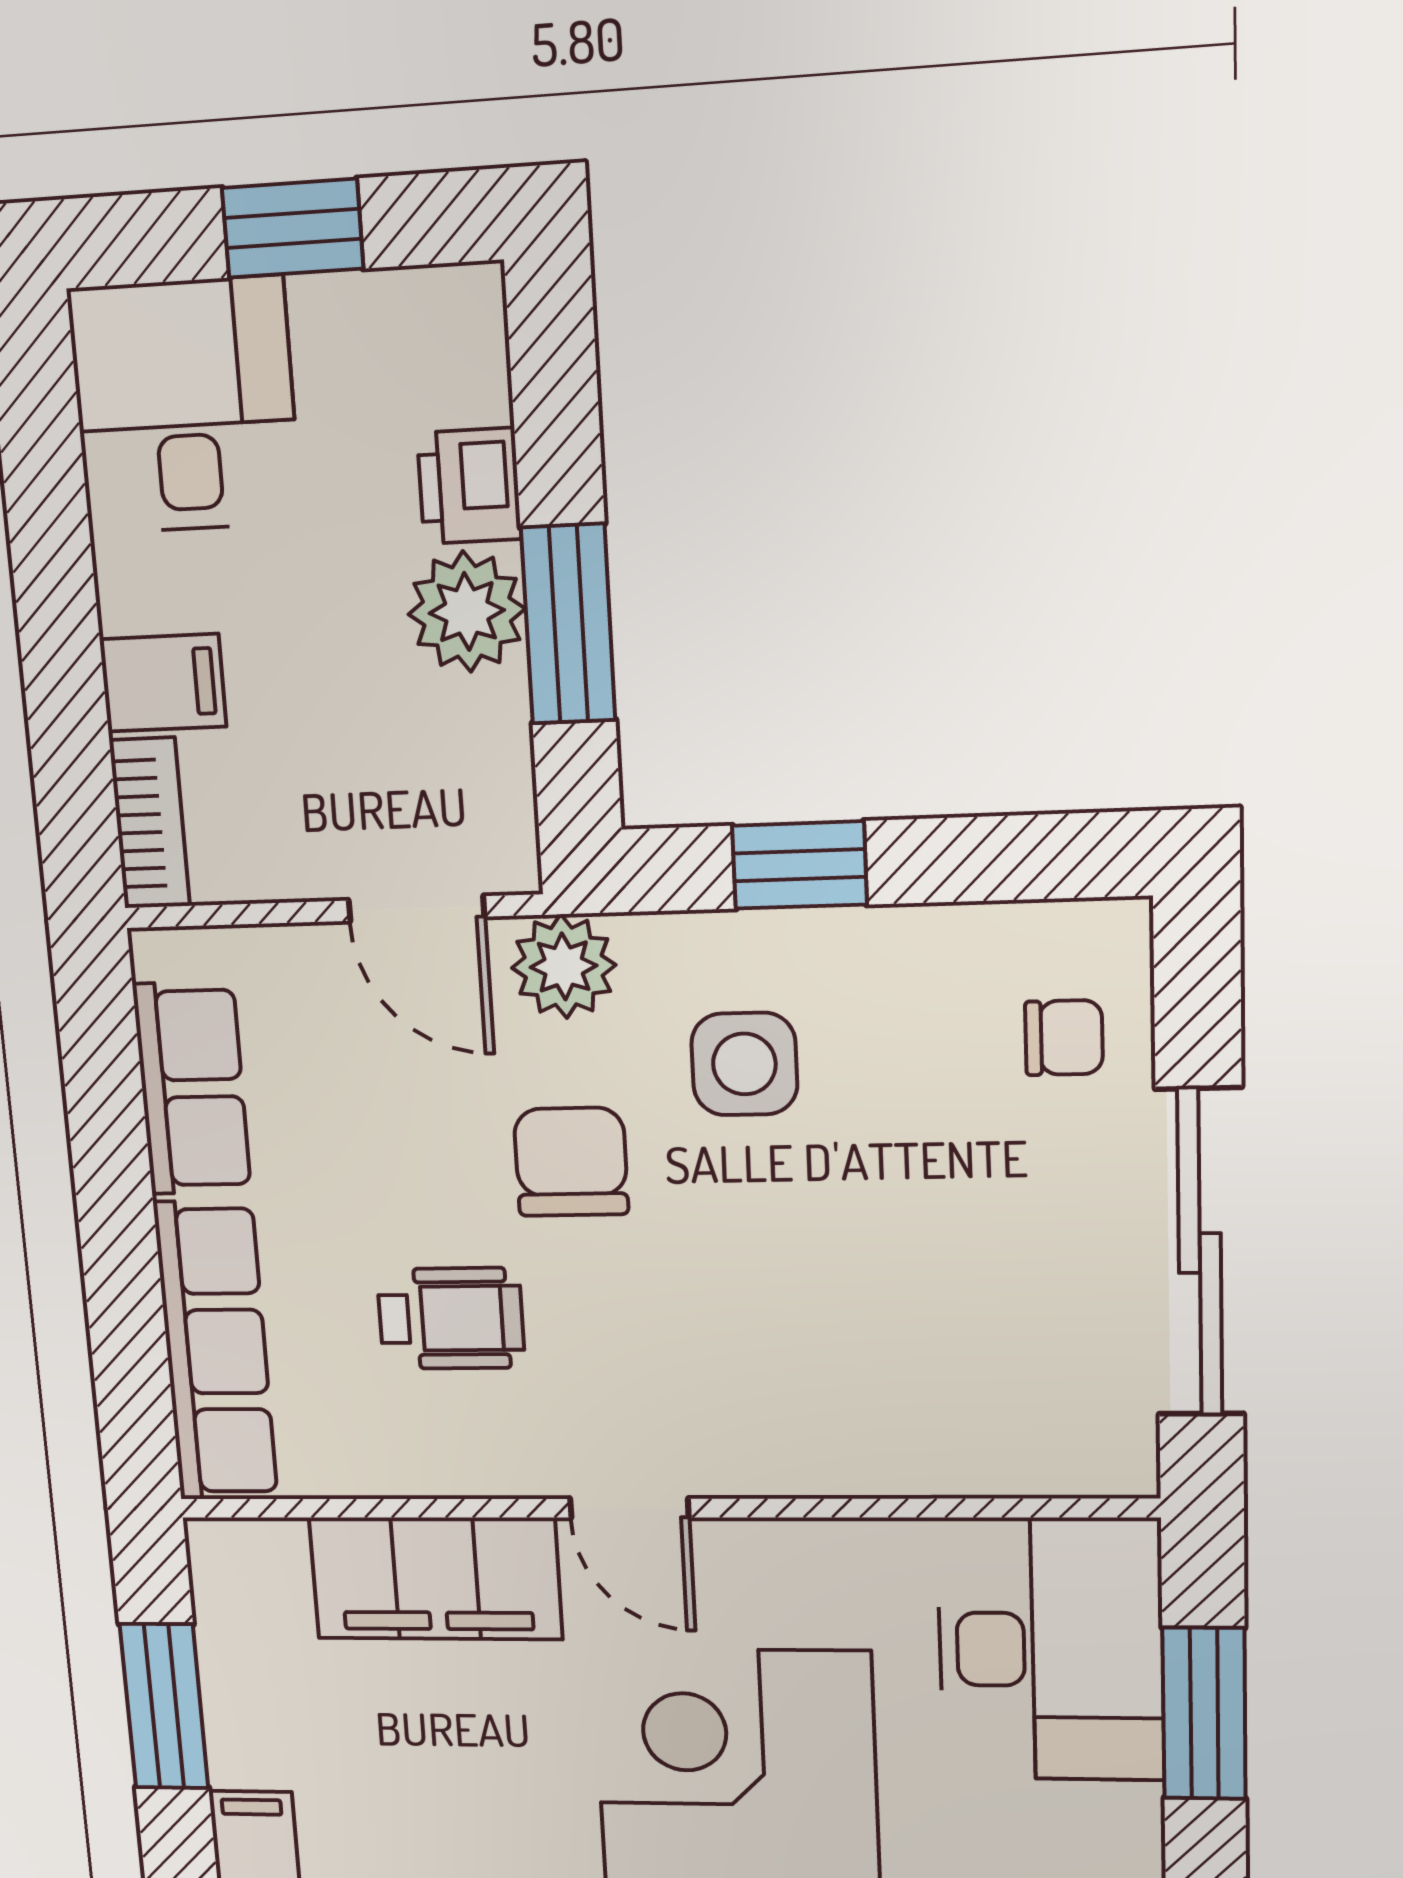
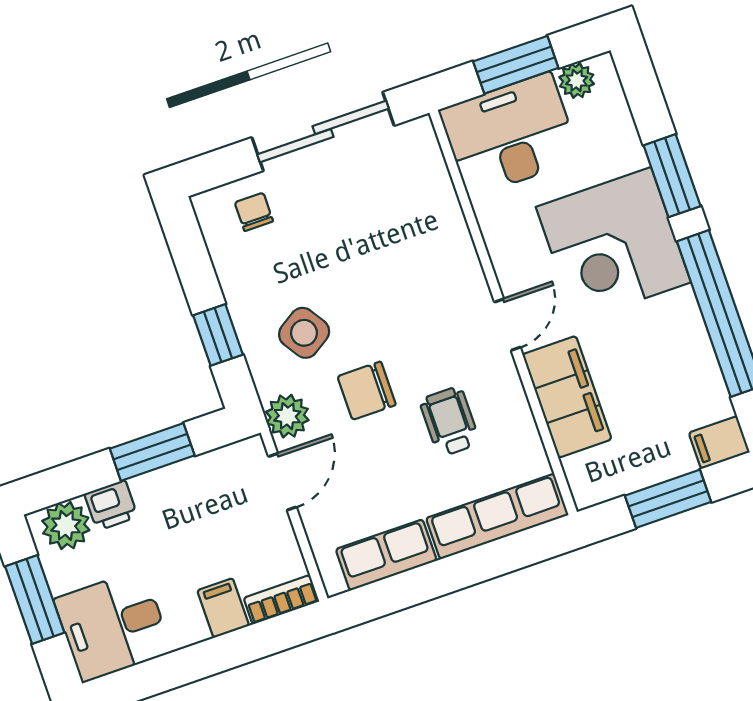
window: (293, 228) -> (35, 599), width x1.50
plant: (467, 612) -> (66, 525), moved
side table: (744, 1064) -> (304, 333), turned -33
plant: (1123, 1825) -> (577, 80), added

